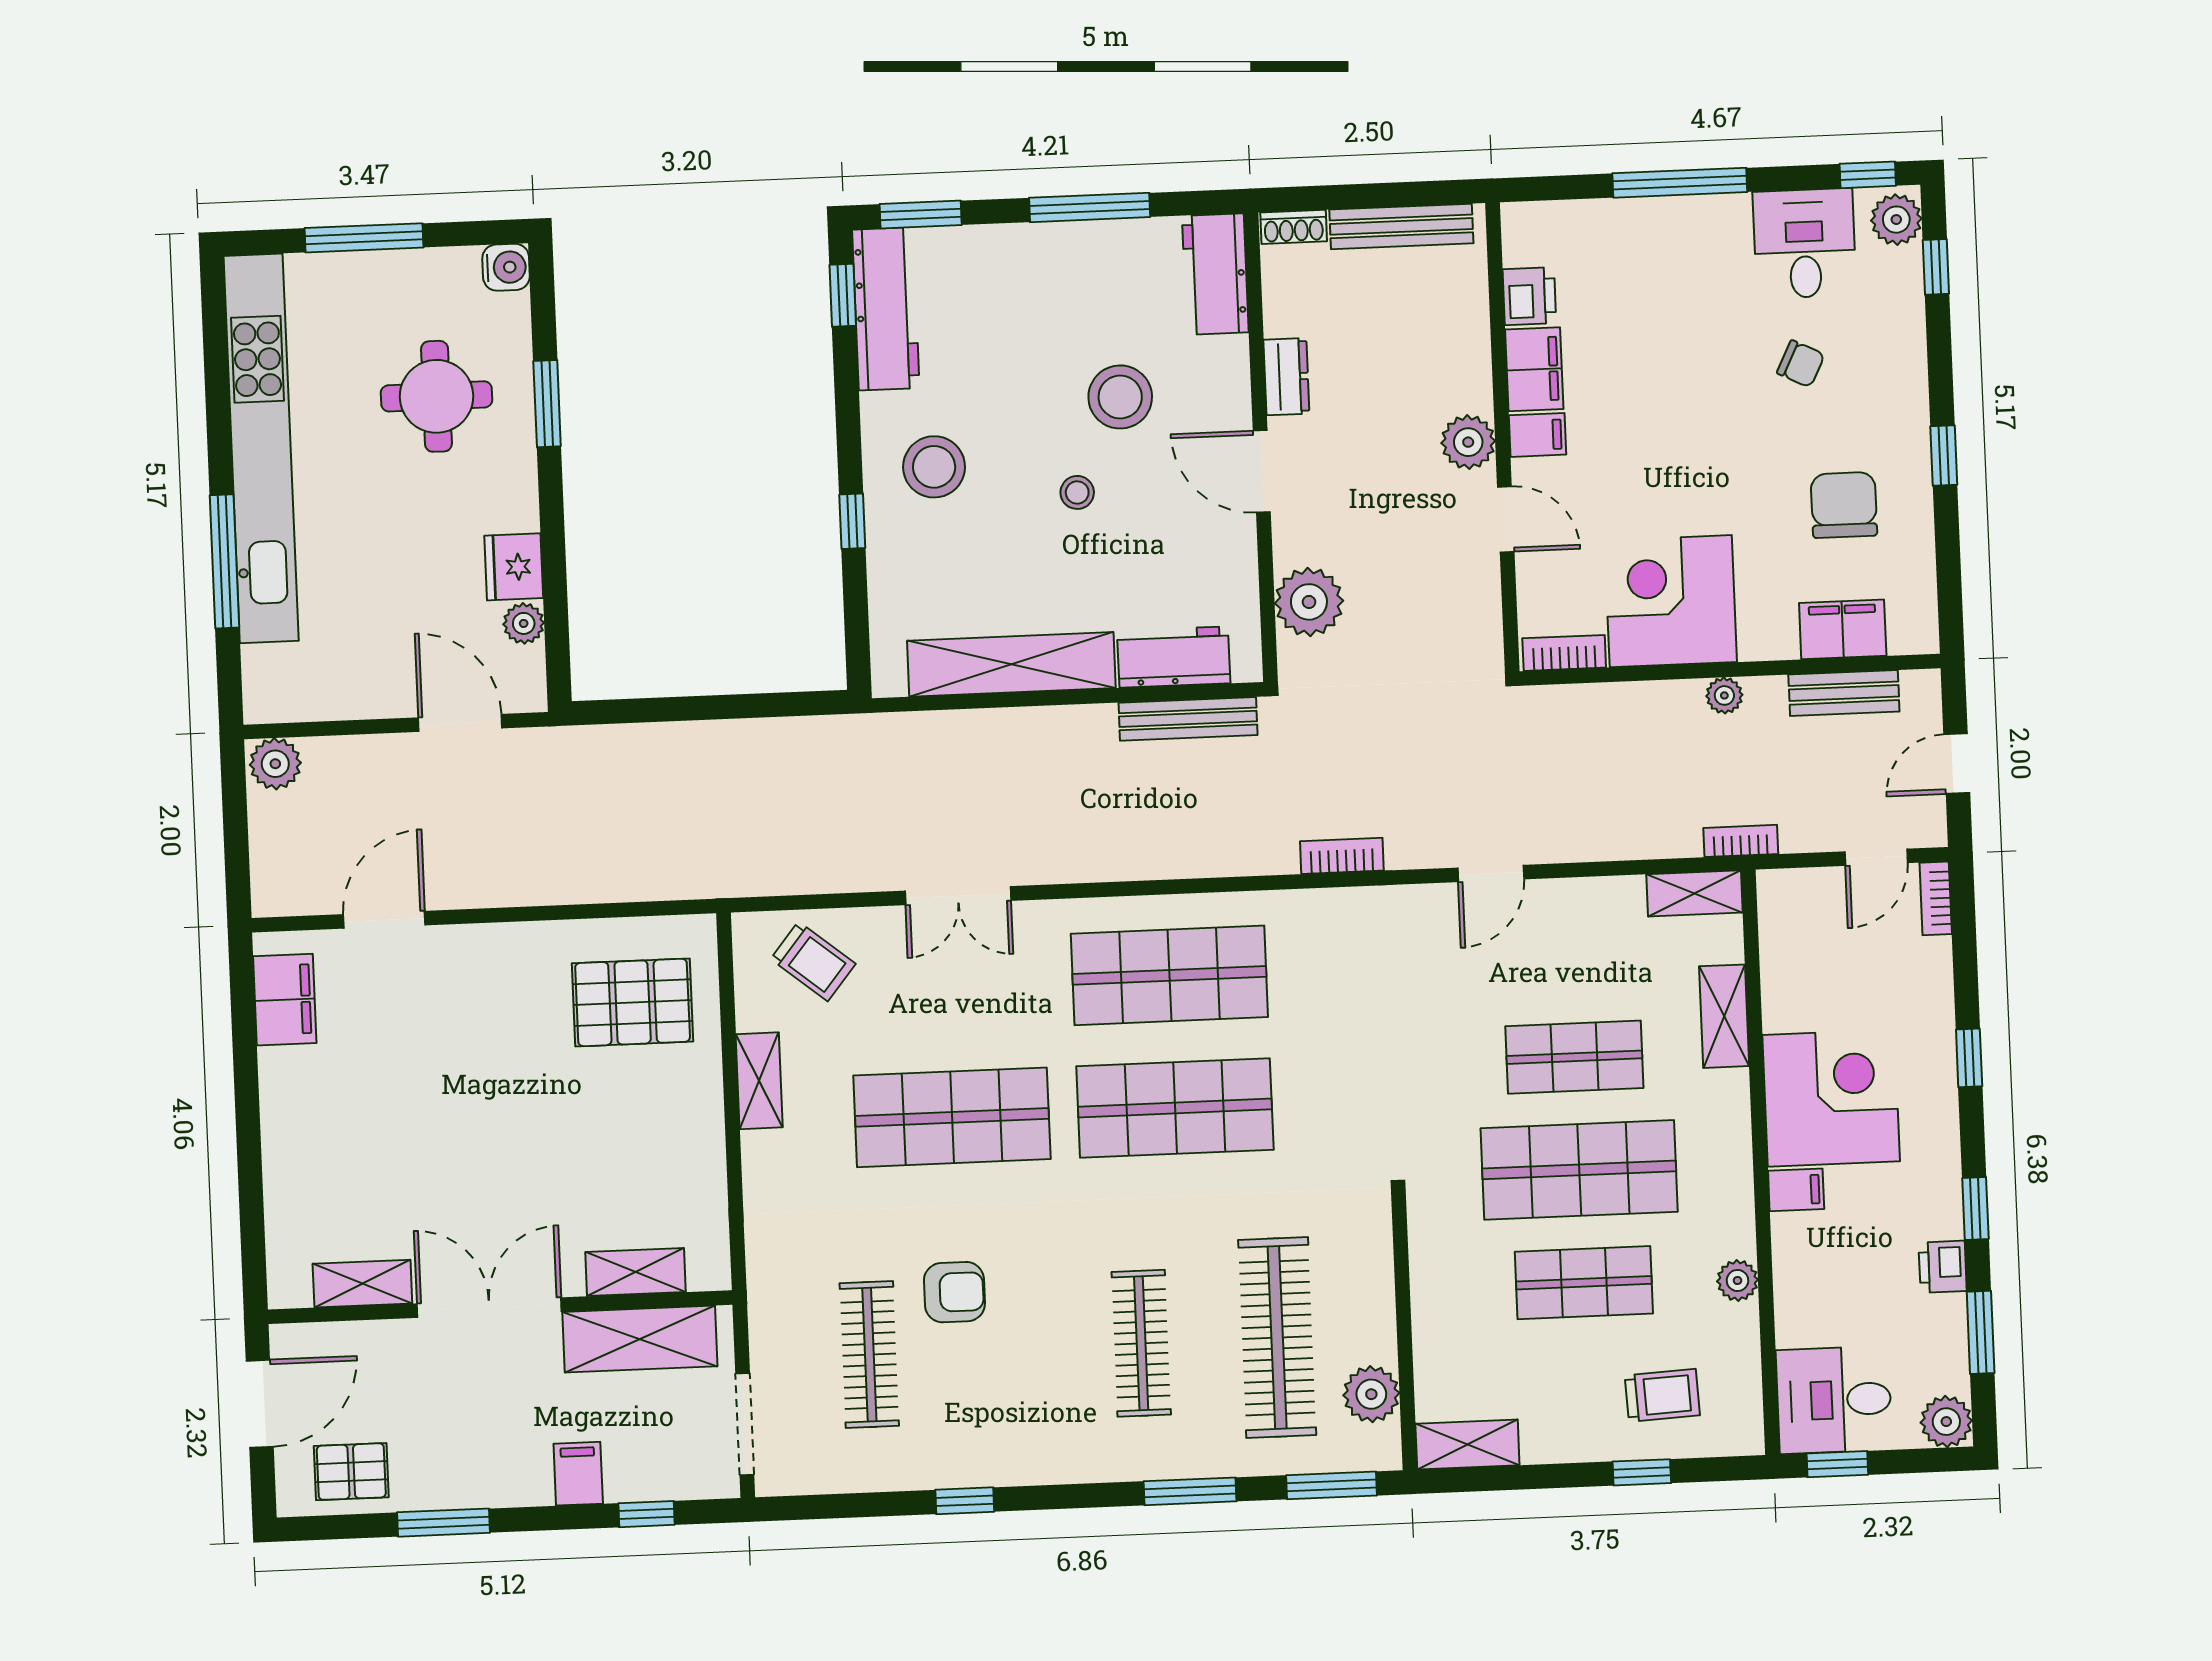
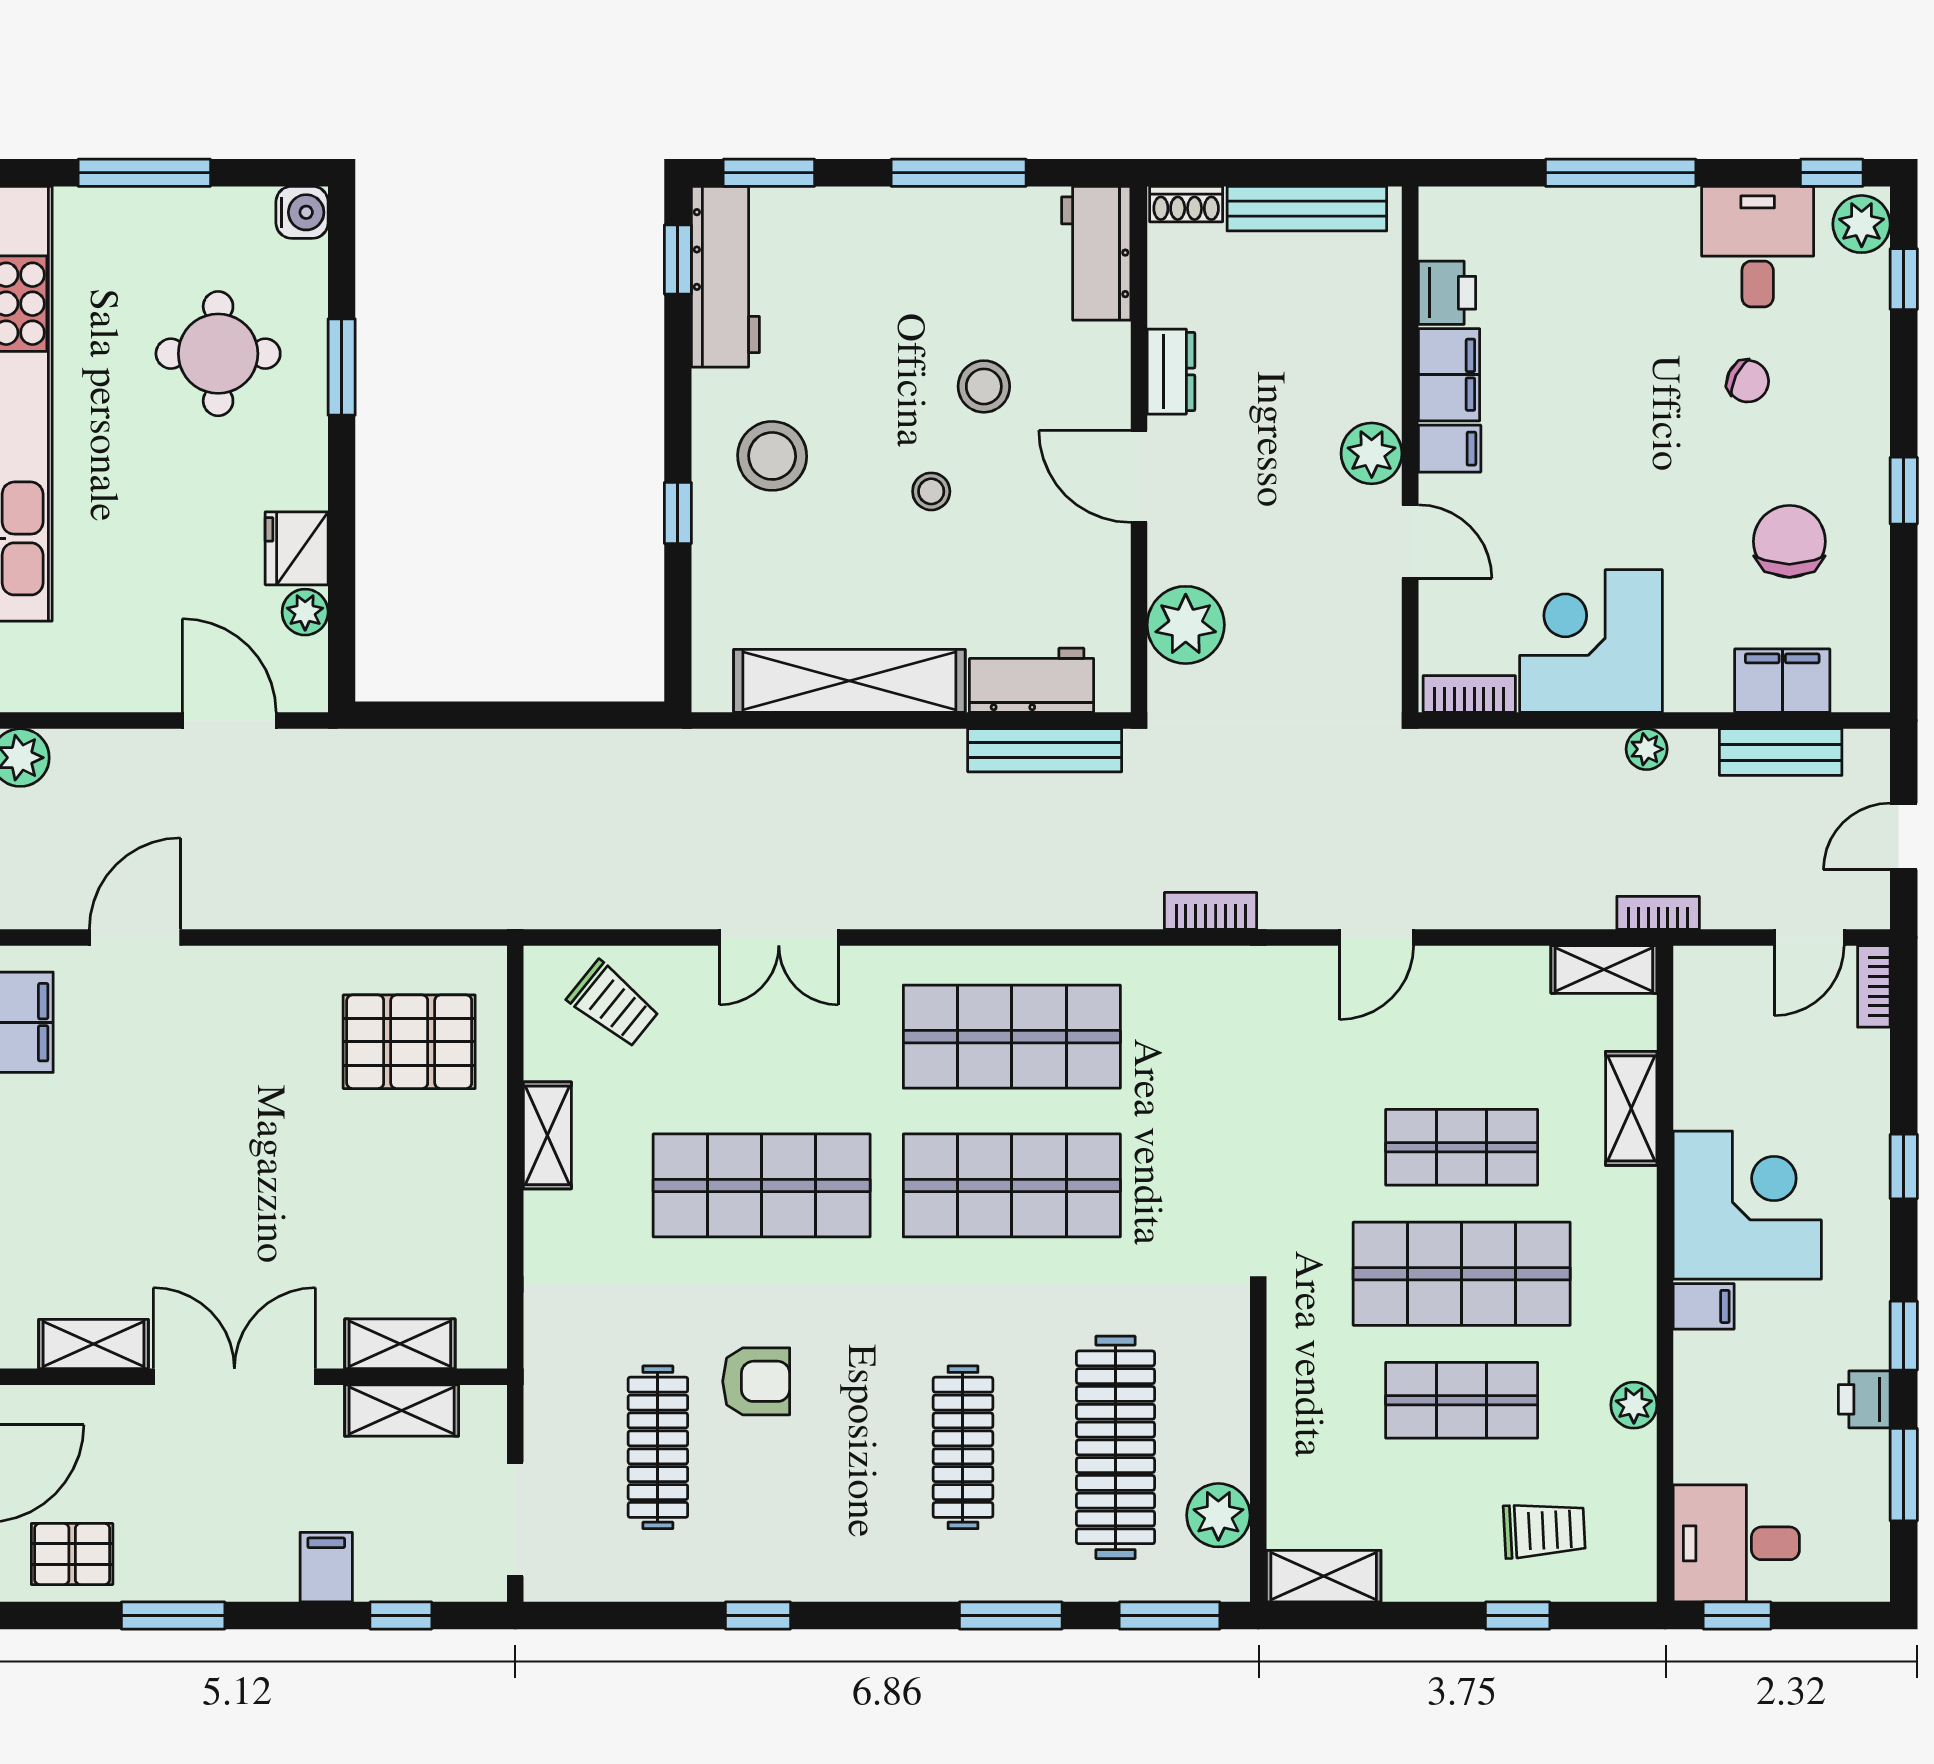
stool: (1120, 397) -> (984, 386), width x0.73, depth x0.73
shelving: (640, 1339) -> (402, 1411), width x0.67, depth x0.75
plant: (1946, 1422) -> (1861, 1573), removed

